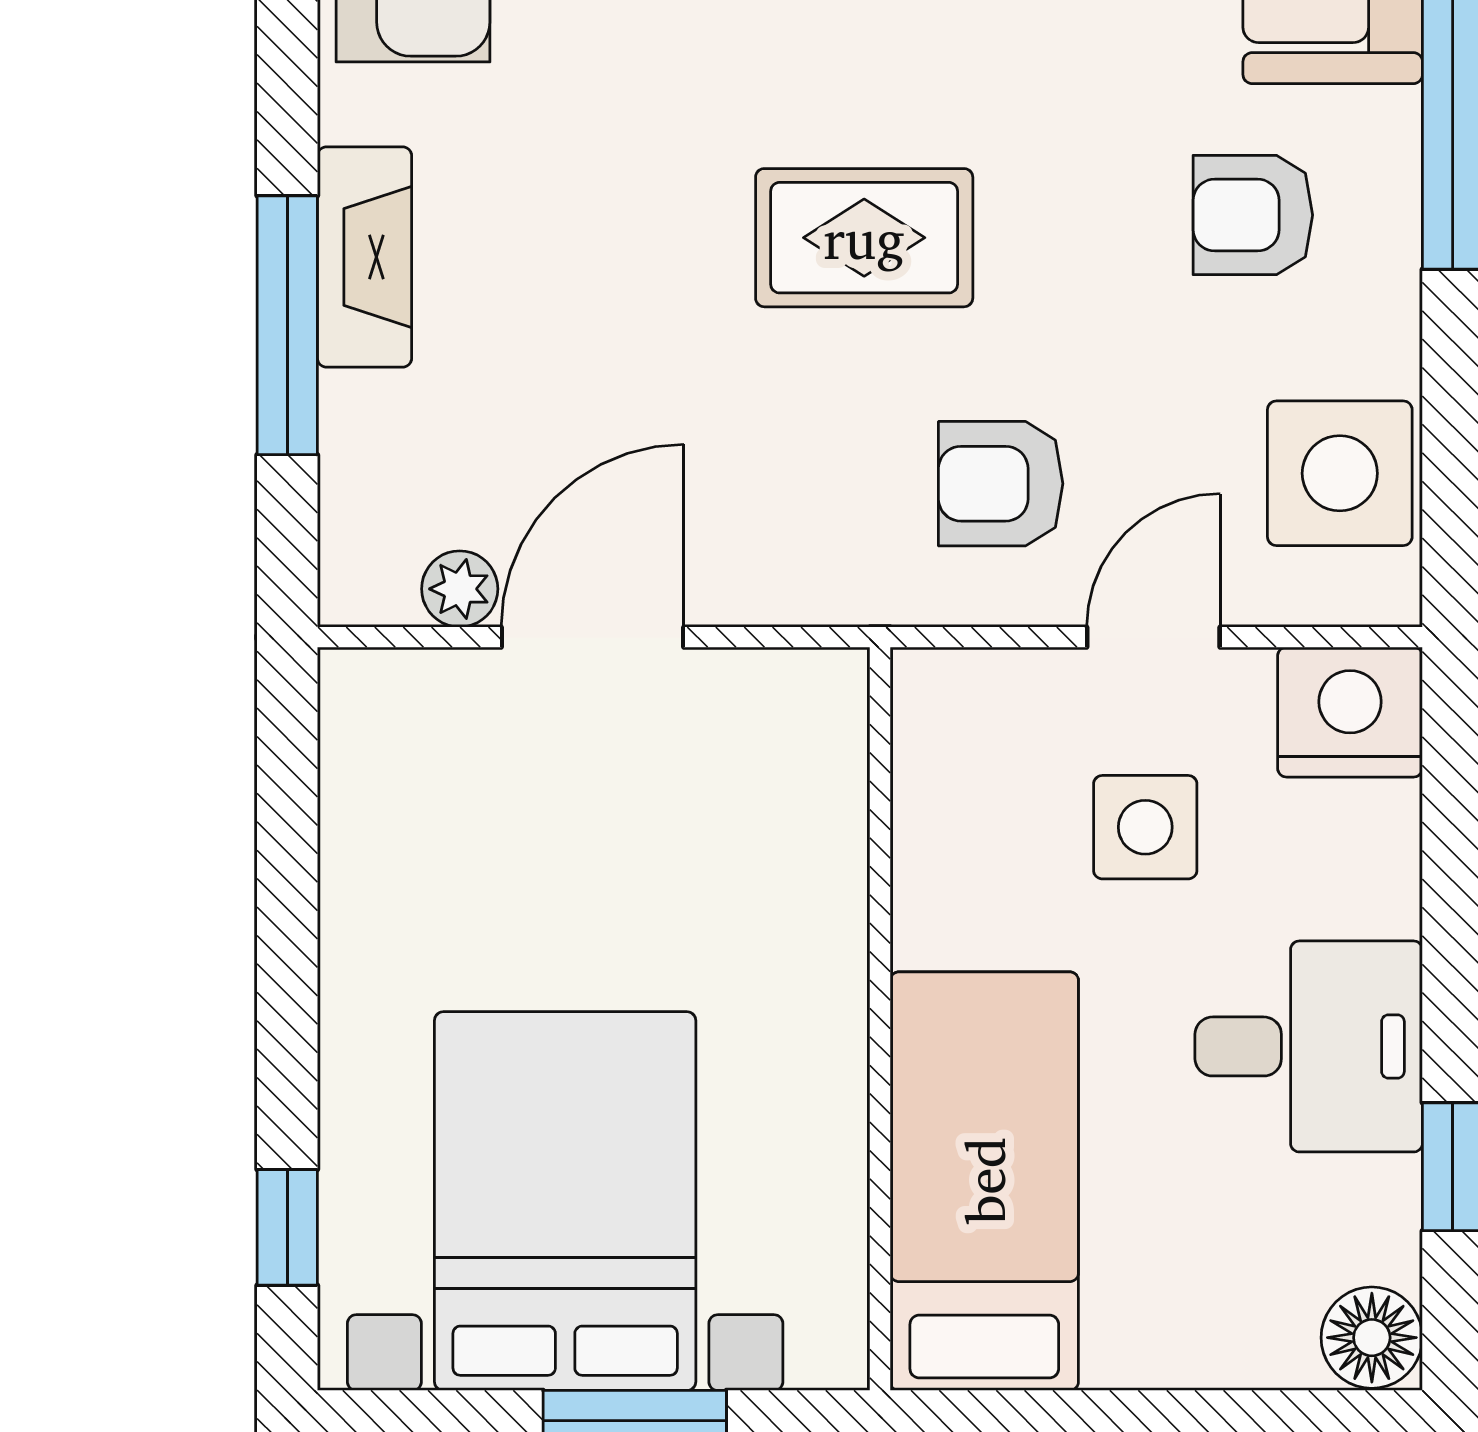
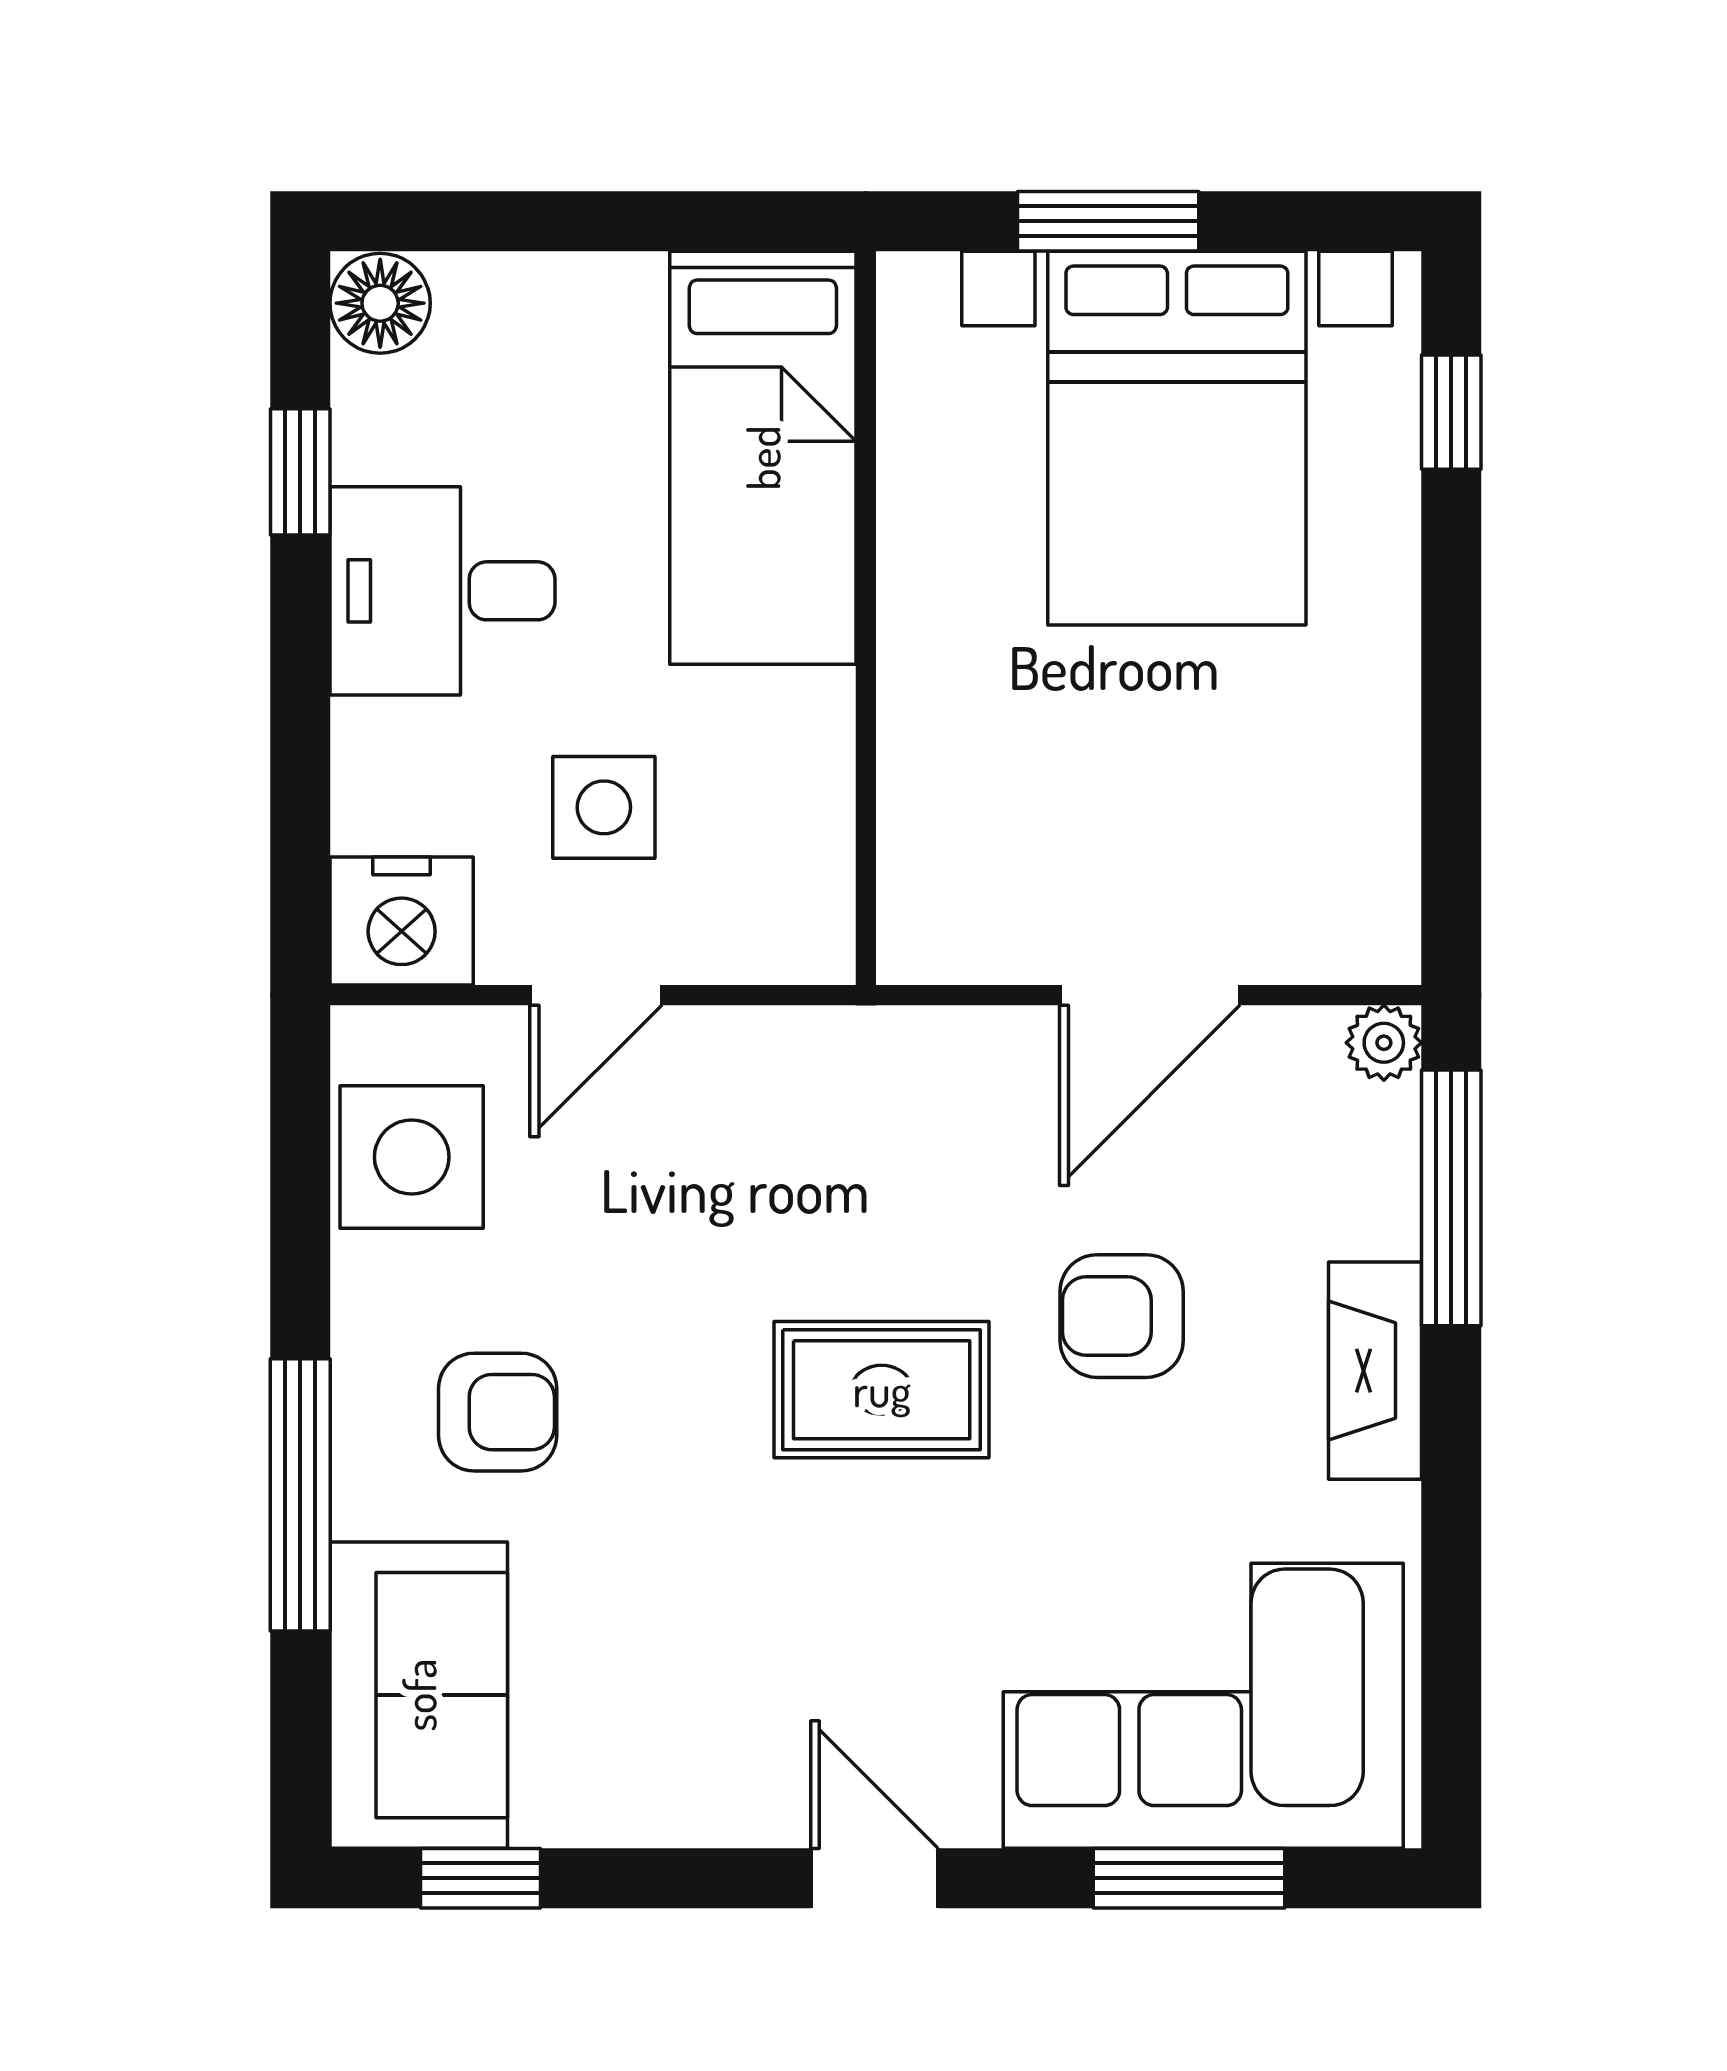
window: (287, 325) -> (1451, 1198), moved
armchair: (1001, 484) -> (1122, 1316), moved, turned 180
plant: (460, 589) -> (1384, 1043), moved

